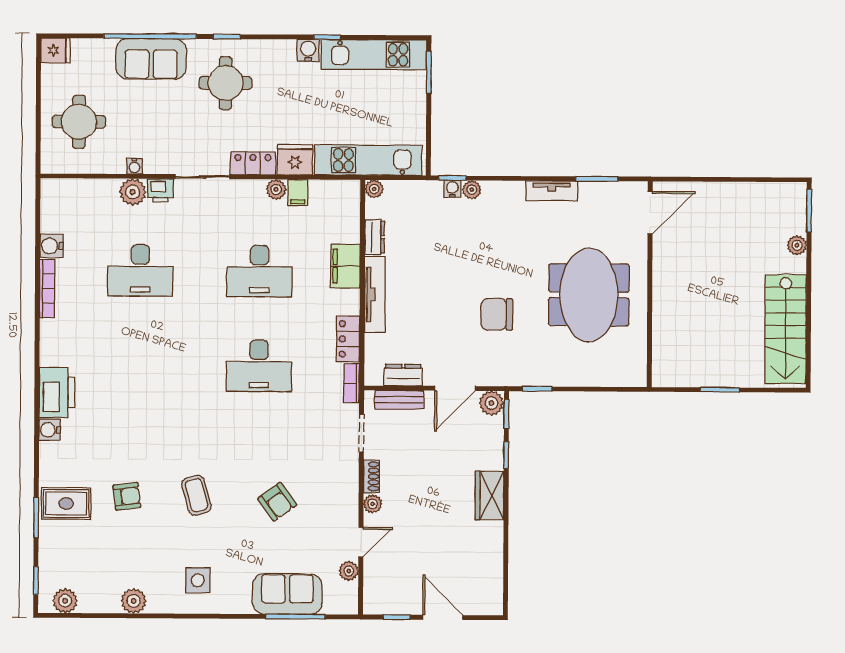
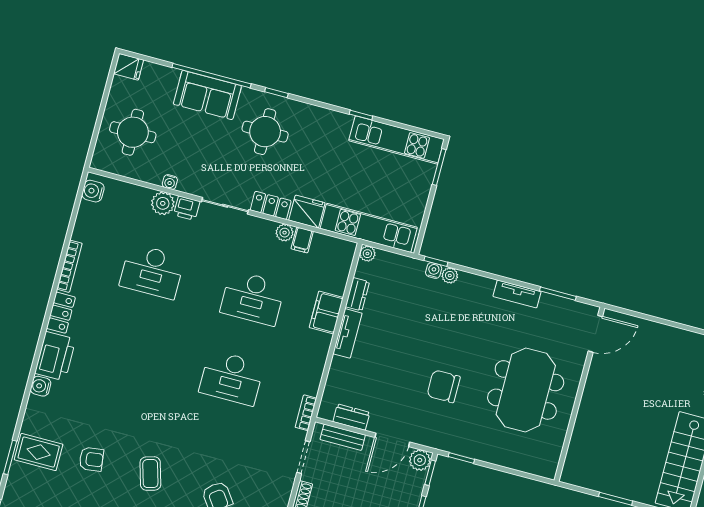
water cooler: (308, 50) -> (342, 122), removed
water cooler: (51, 246) -> (93, 191), moved
tv unit: (375, 294) -> (347, 333), width x0.71
locker: (348, 339) -> (61, 313), moved, turned 180

